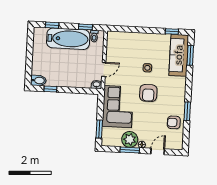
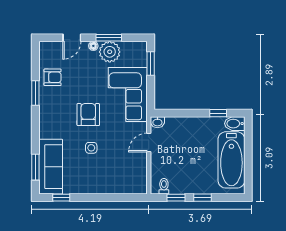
window: (52, 25) -> (202, 198), moved
bathtub: (68, 39) -> (231, 160), moved, turned -90

